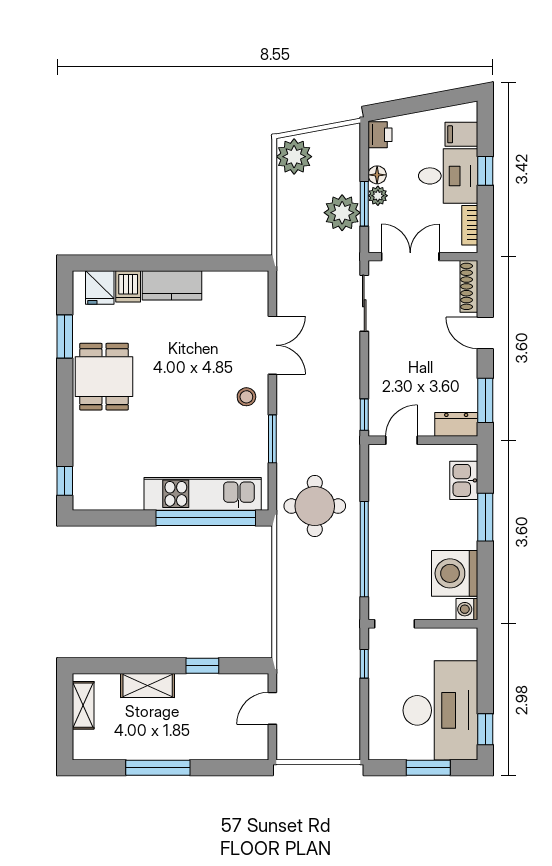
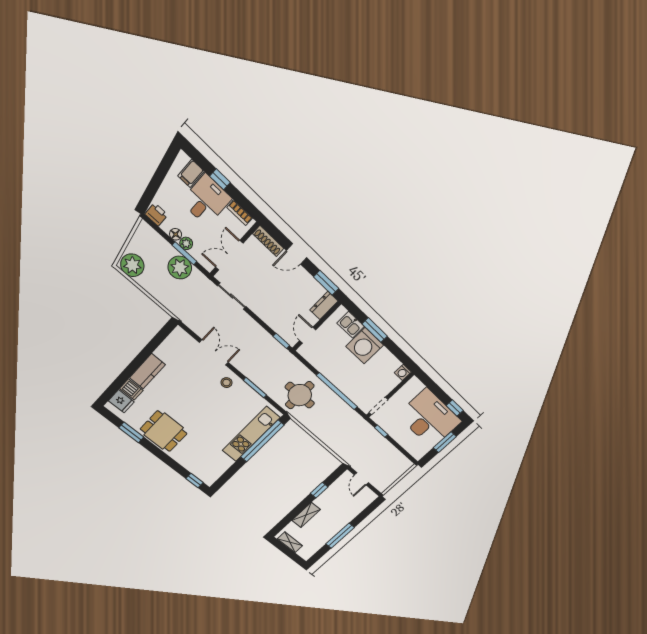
washing machine: (455, 573) -> (365, 346), moved

